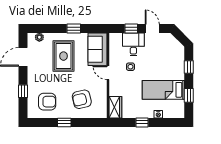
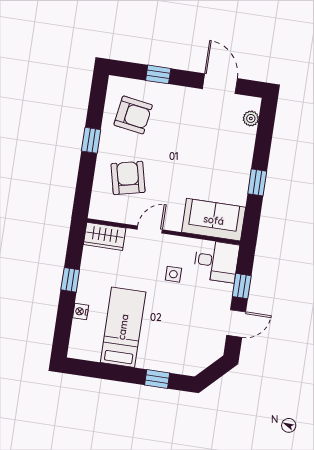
desk: (133, 44) -> (216, 261), moved
rug: (63, 56) -> (211, 157), removed
door: (108, 73) -> (150, 230), moved
window: (189, 95) -> (106, 371), removed
armchair: (47, 102) -> (133, 115), turned -81

